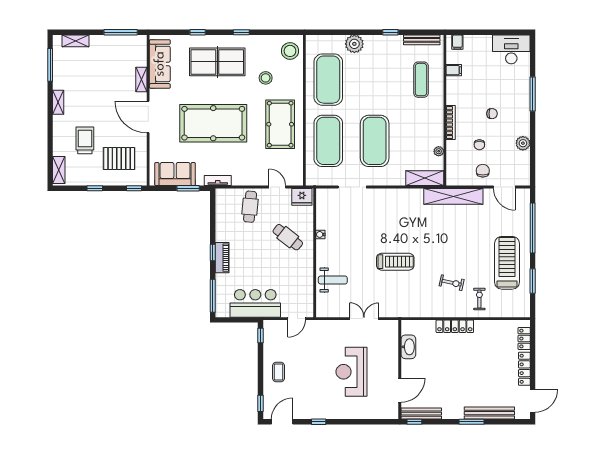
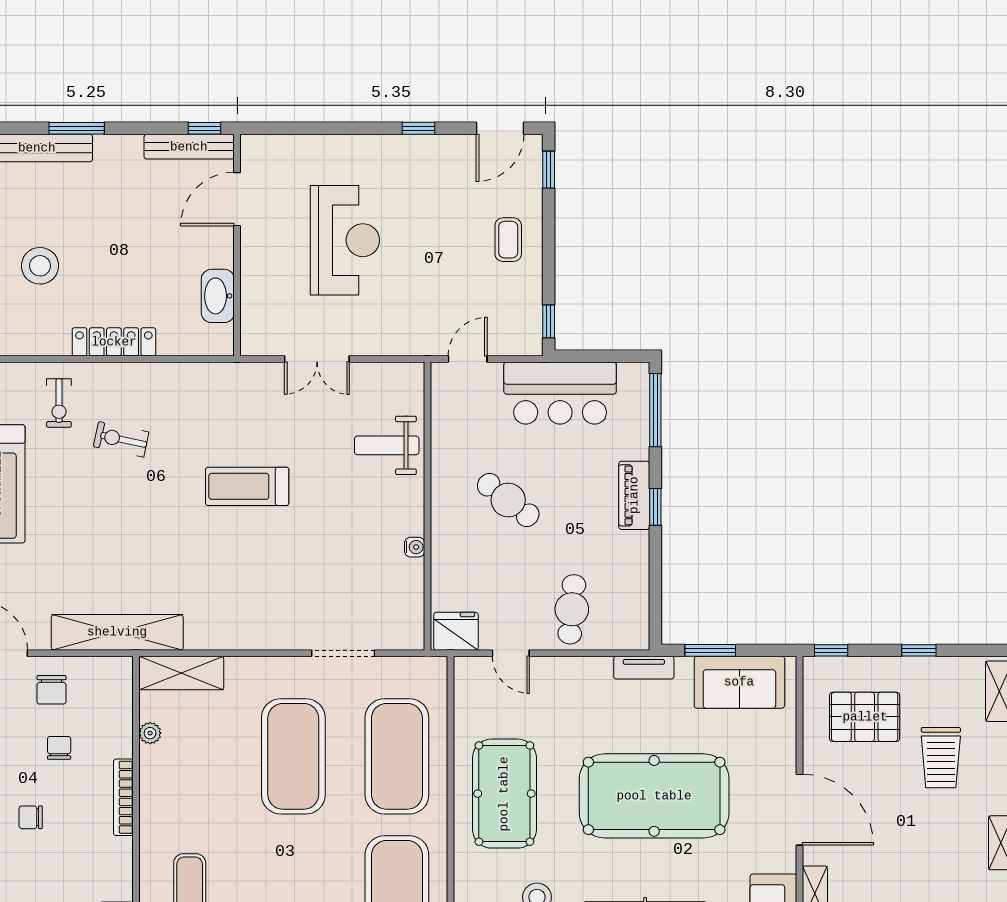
cafe table: (288, 237) -> (508, 500), moved
stool: (488, 360) -> (40, 266), added

